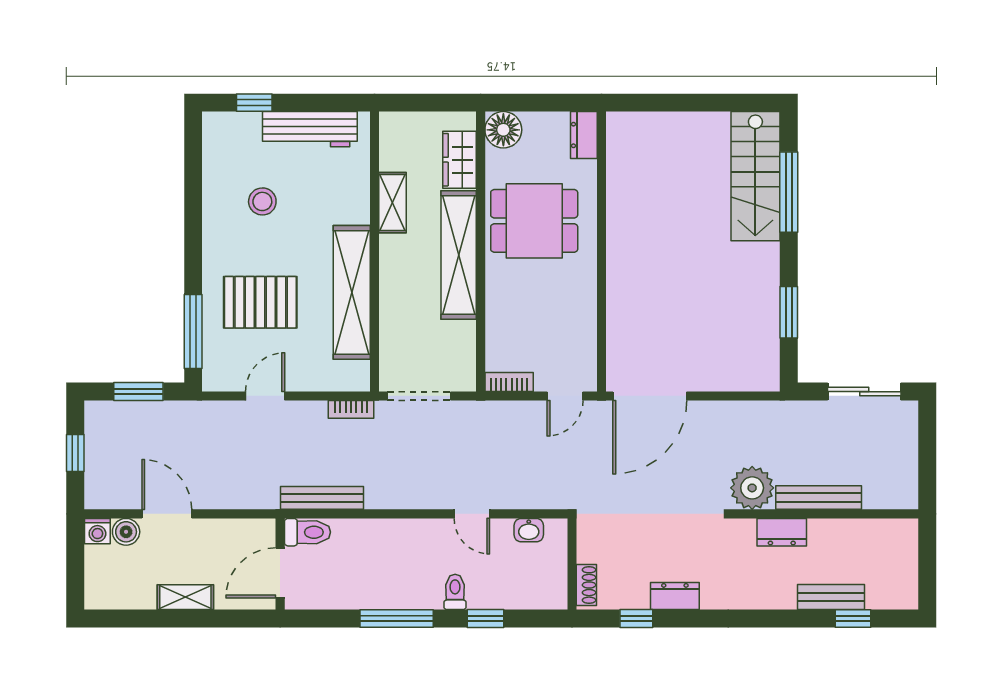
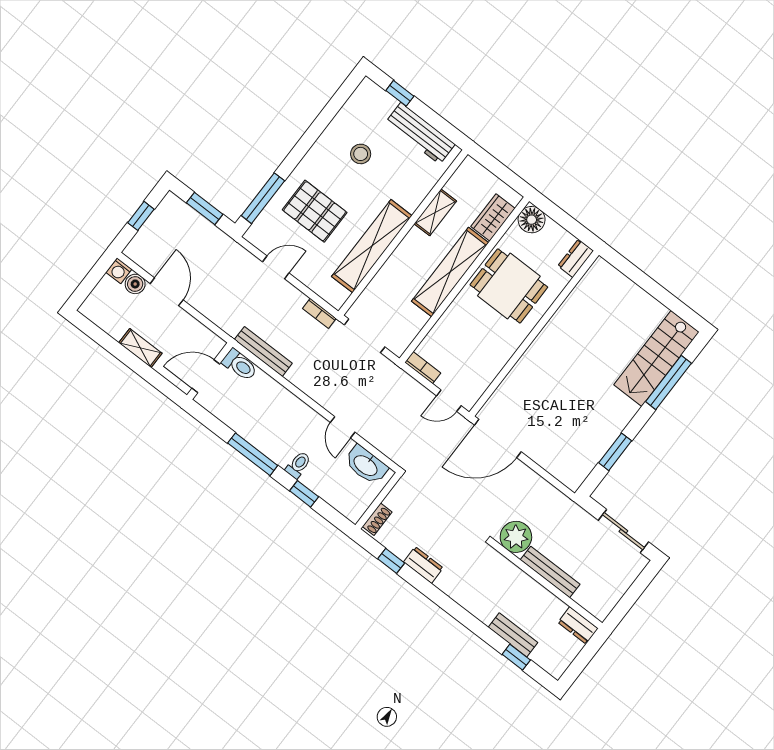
washbasin: (529, 530) -> (366, 465), width x1.91, depth x1.45
dresser: (782, 532) -> (578, 625), moved

